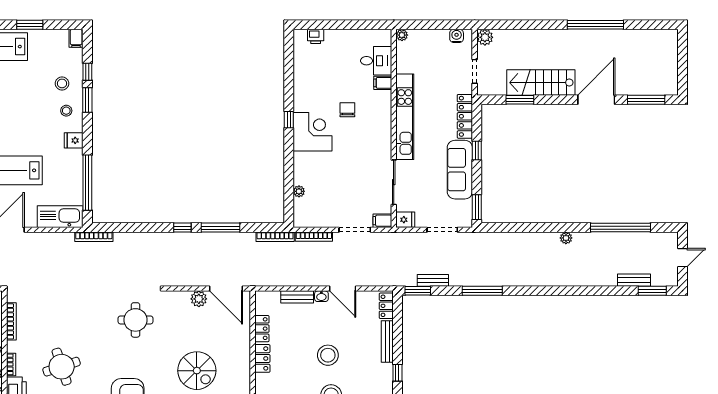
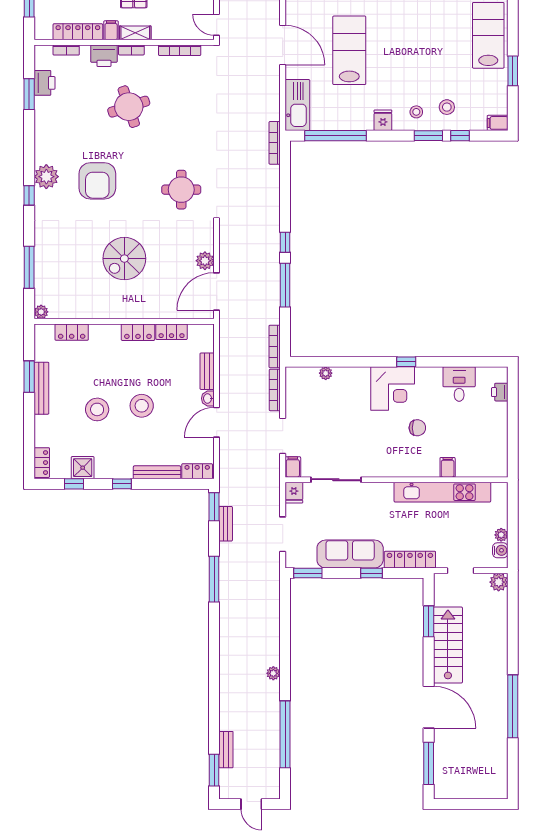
plant: (402, 35) -> (501, 535), moved
desk: (376, 61) -> (459, 384), moved, turned 180
kitchen unit: (405, 117) -> (442, 492), moved

